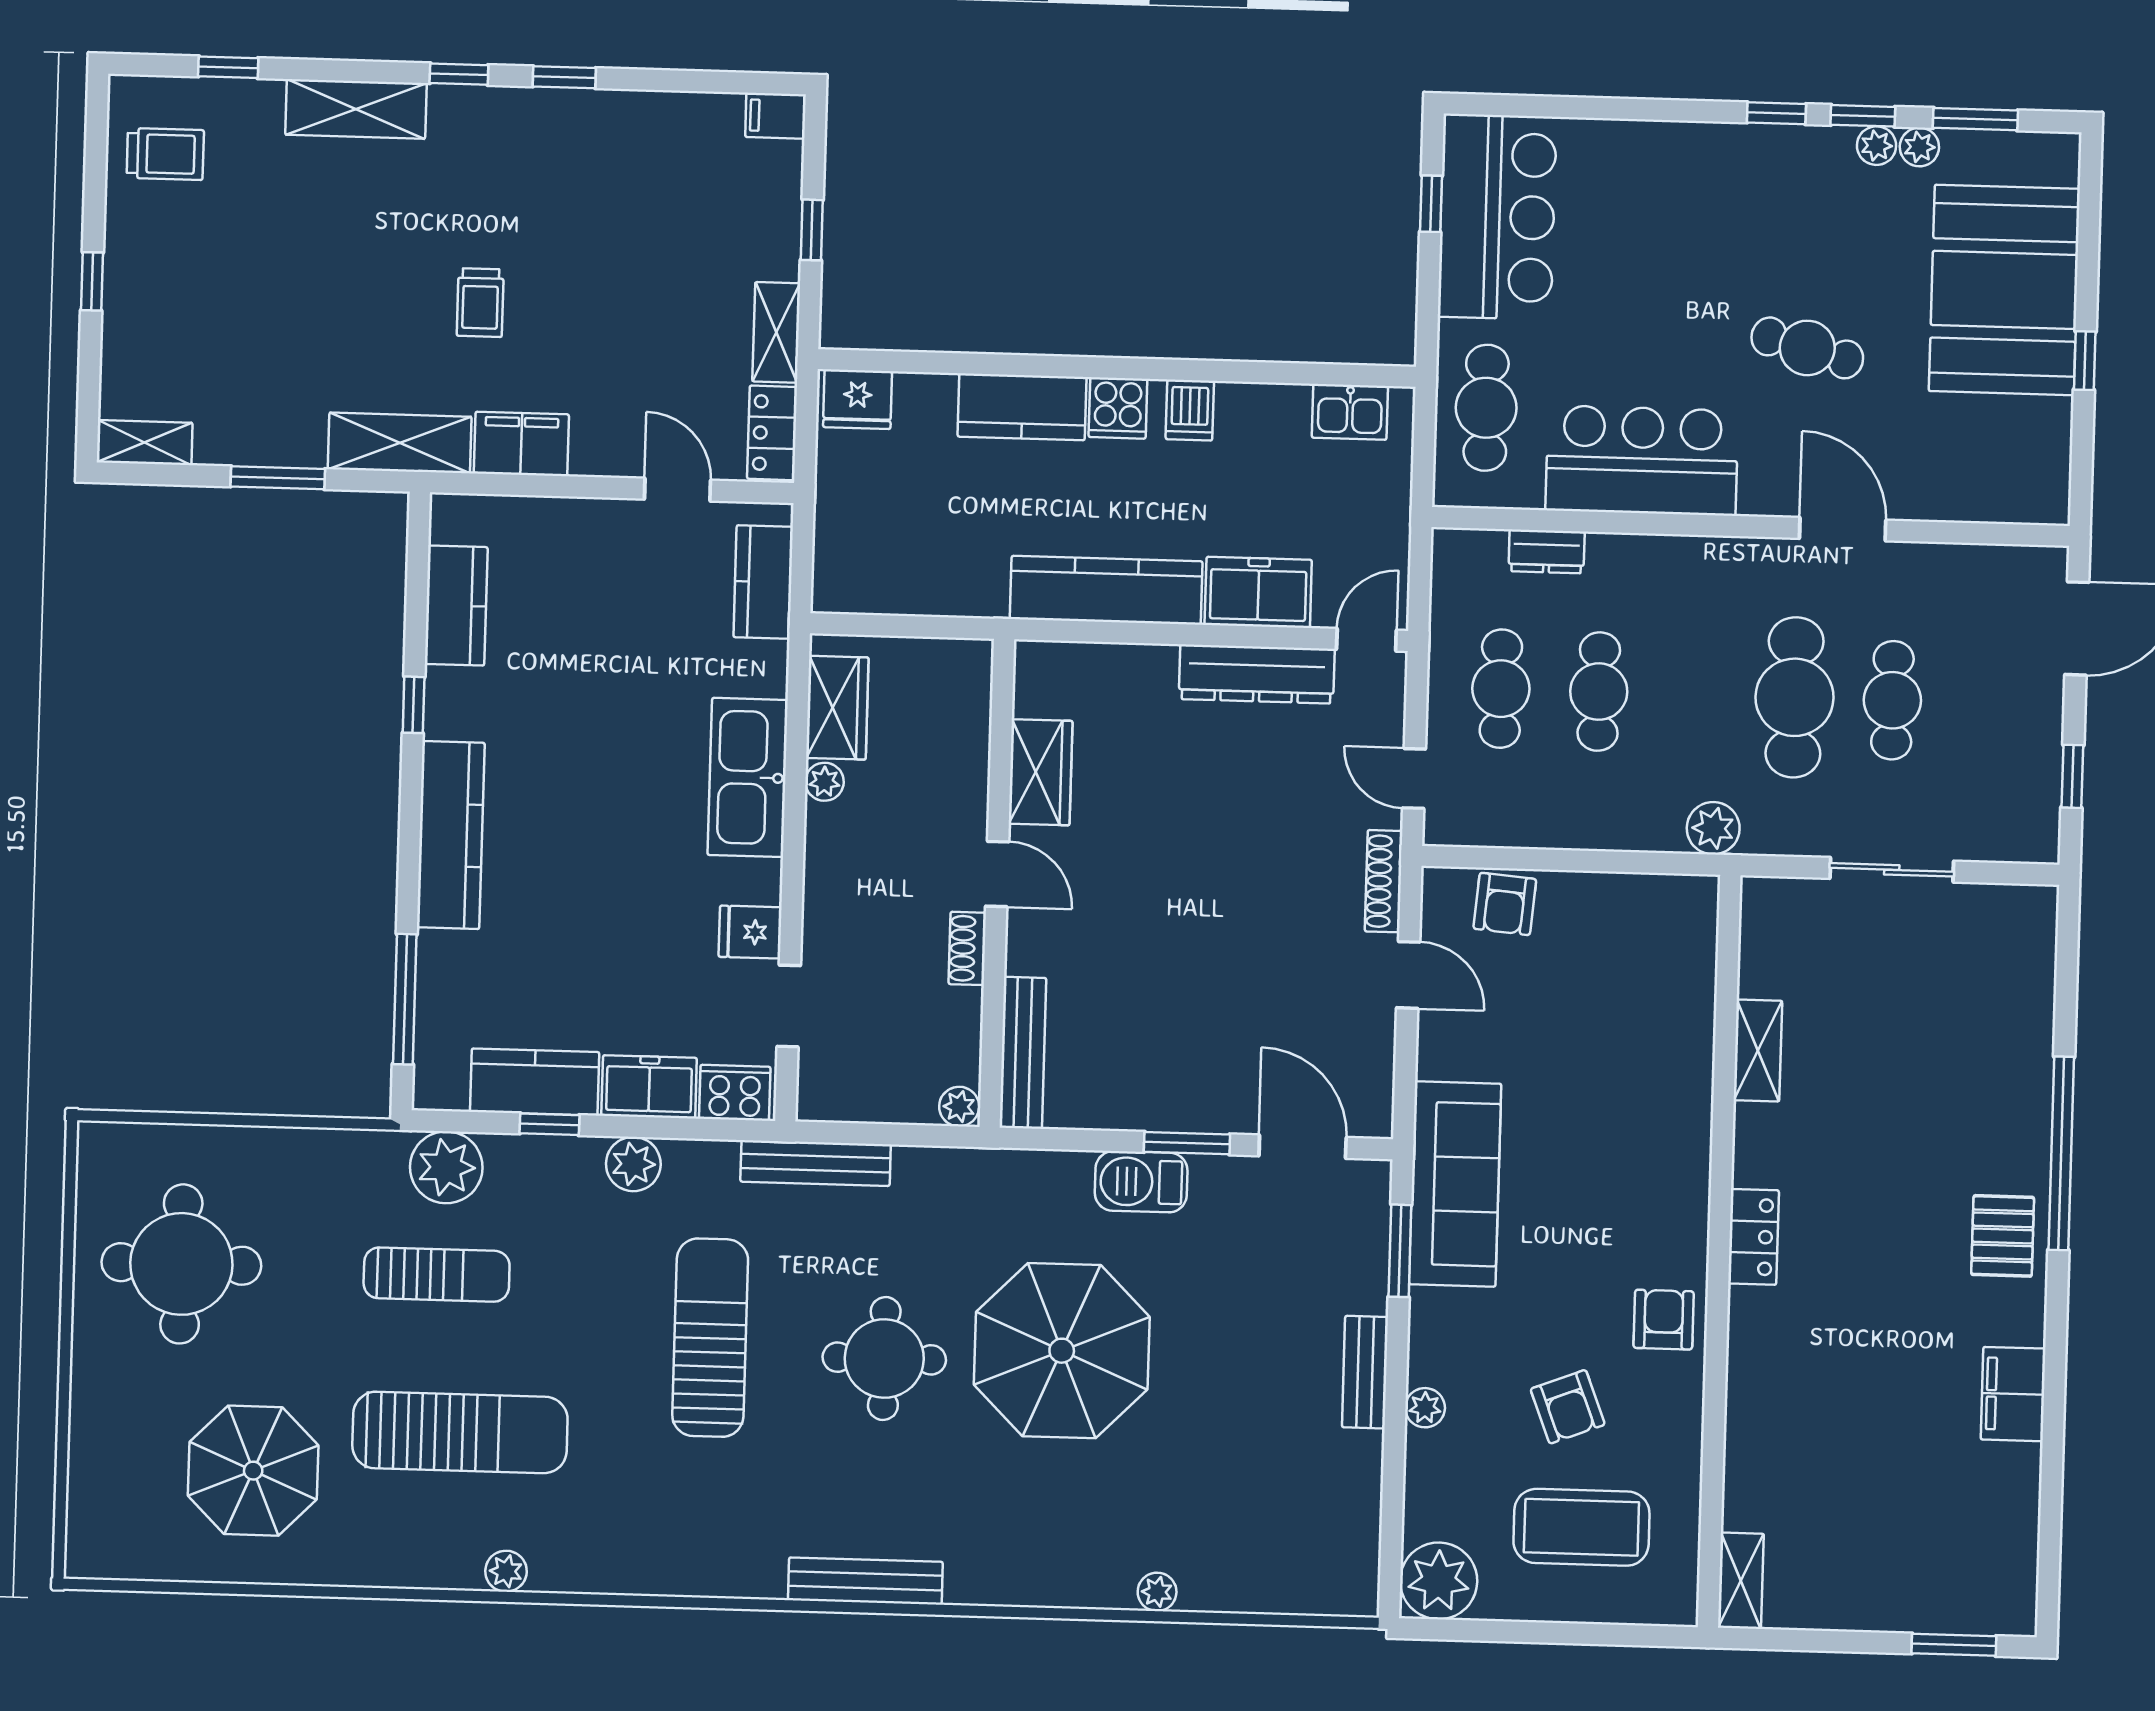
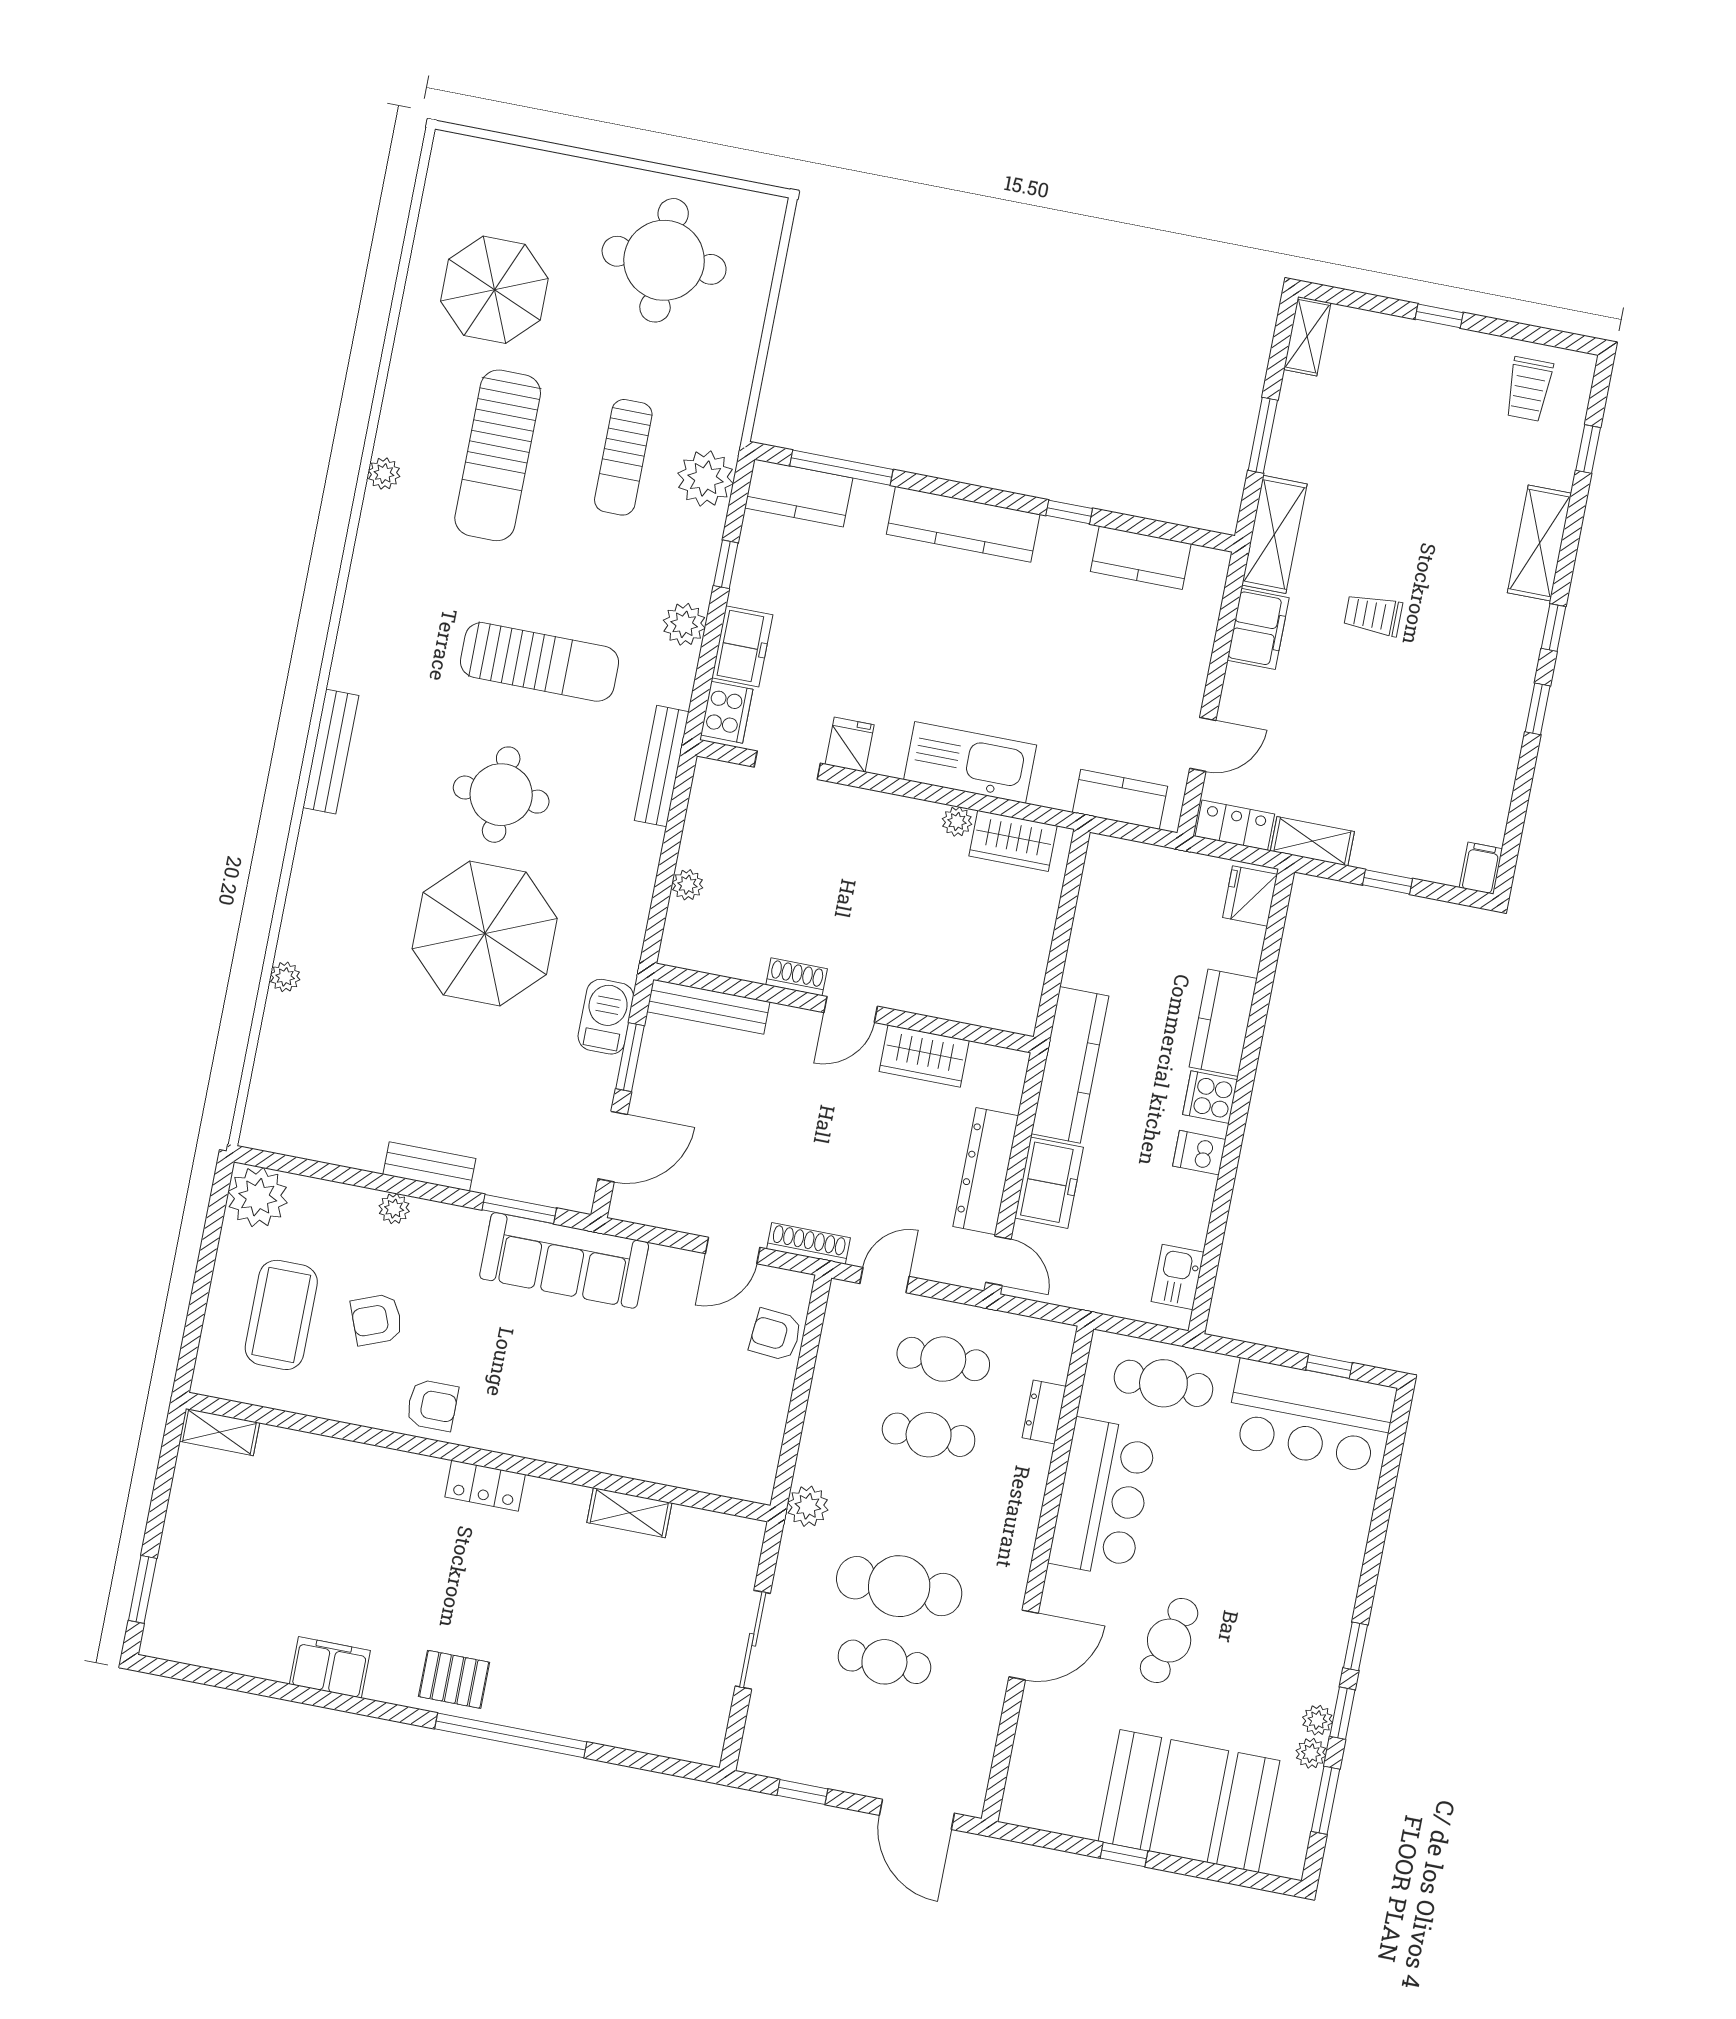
wardrobe: (1041, 772) -> (924, 1056), moved
door: (997, 874) -> (851, 1009), moved
wall: (997, 883) -> (844, 1008), moved
shoe rack: (967, 948) -> (797, 977), moved
bench: (1023, 1053) -> (708, 1007), moved
kitchen counter: (535, 1082) -> (799, 493), moved, turned 90

